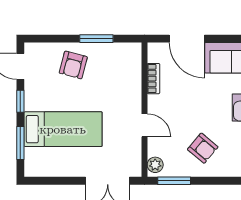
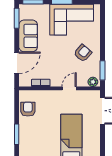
window: (96, 39) -> (17, 134), moved
armchair: (73, 65) -> (28, 109), moved, turned -105

